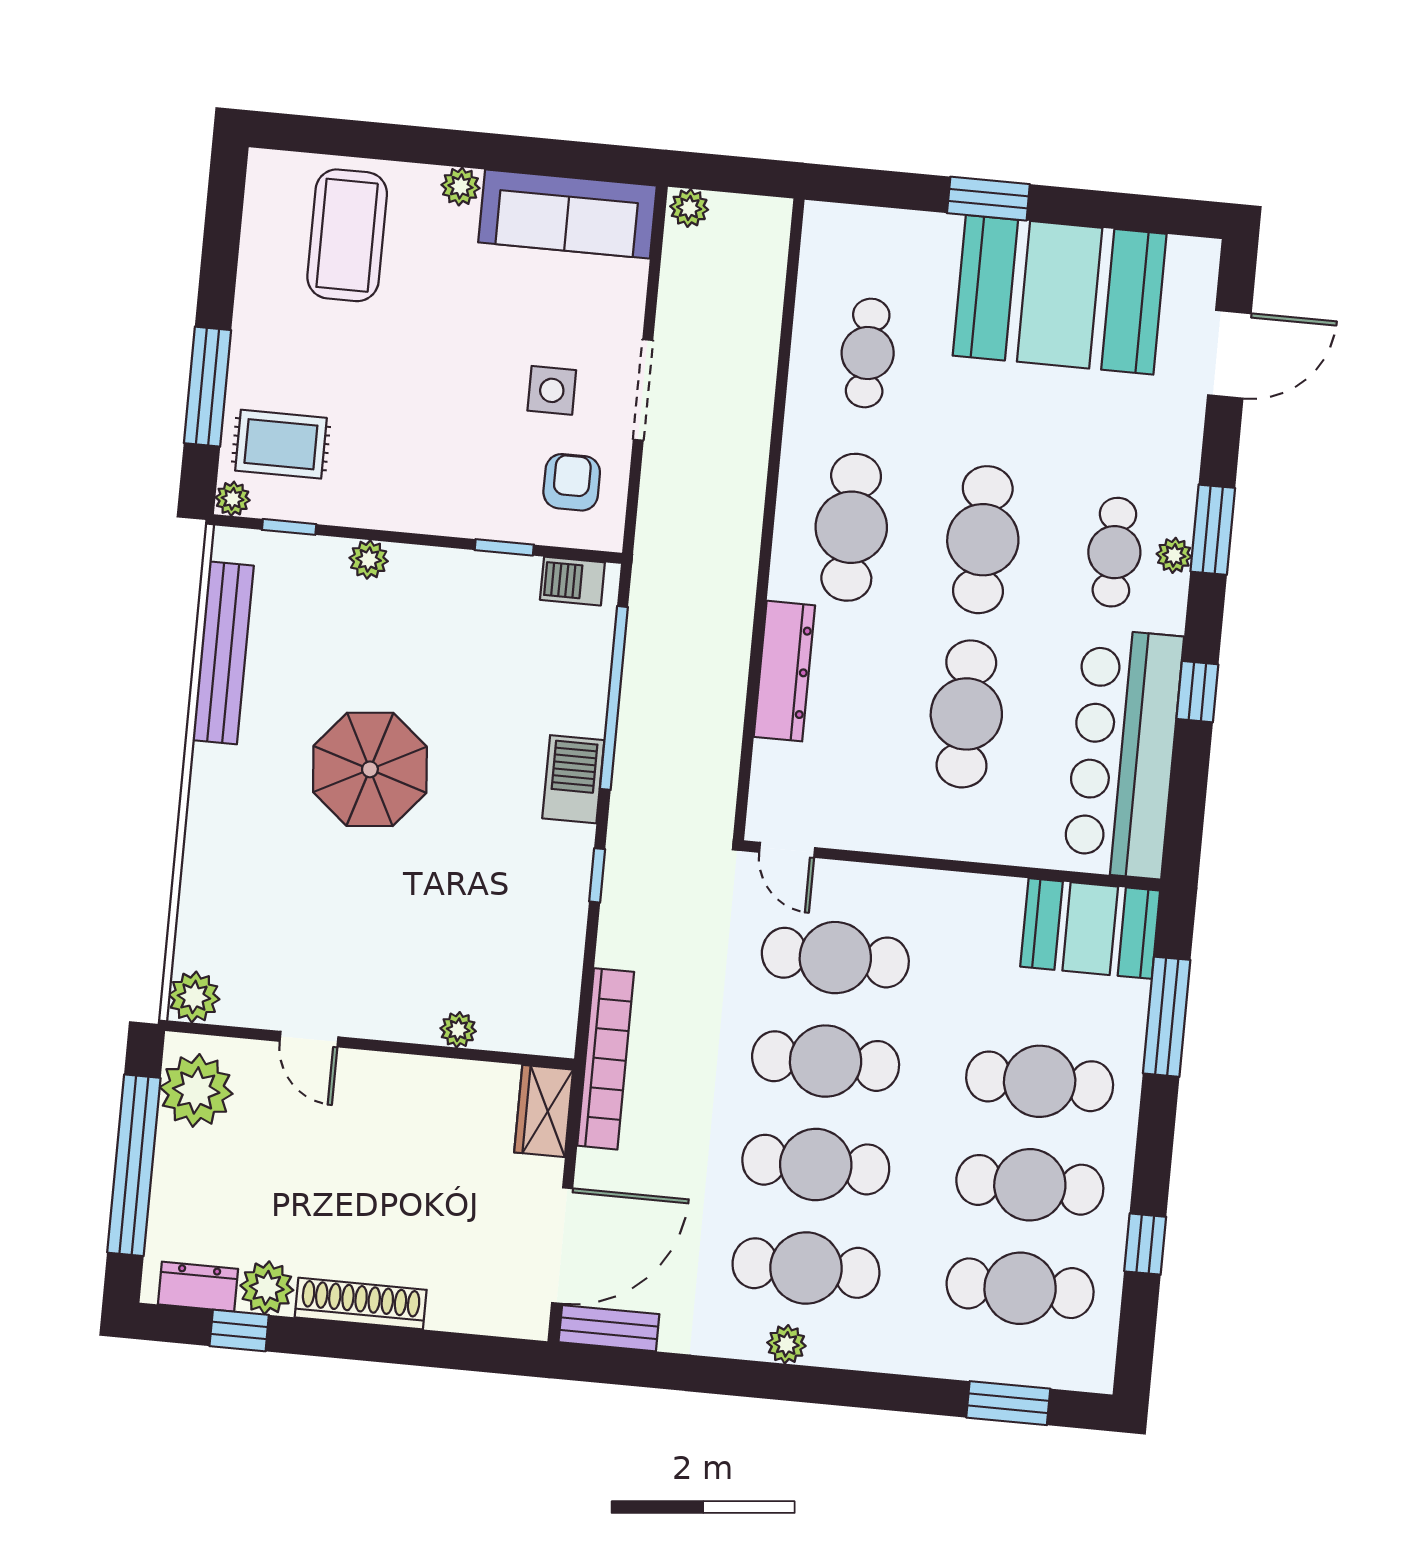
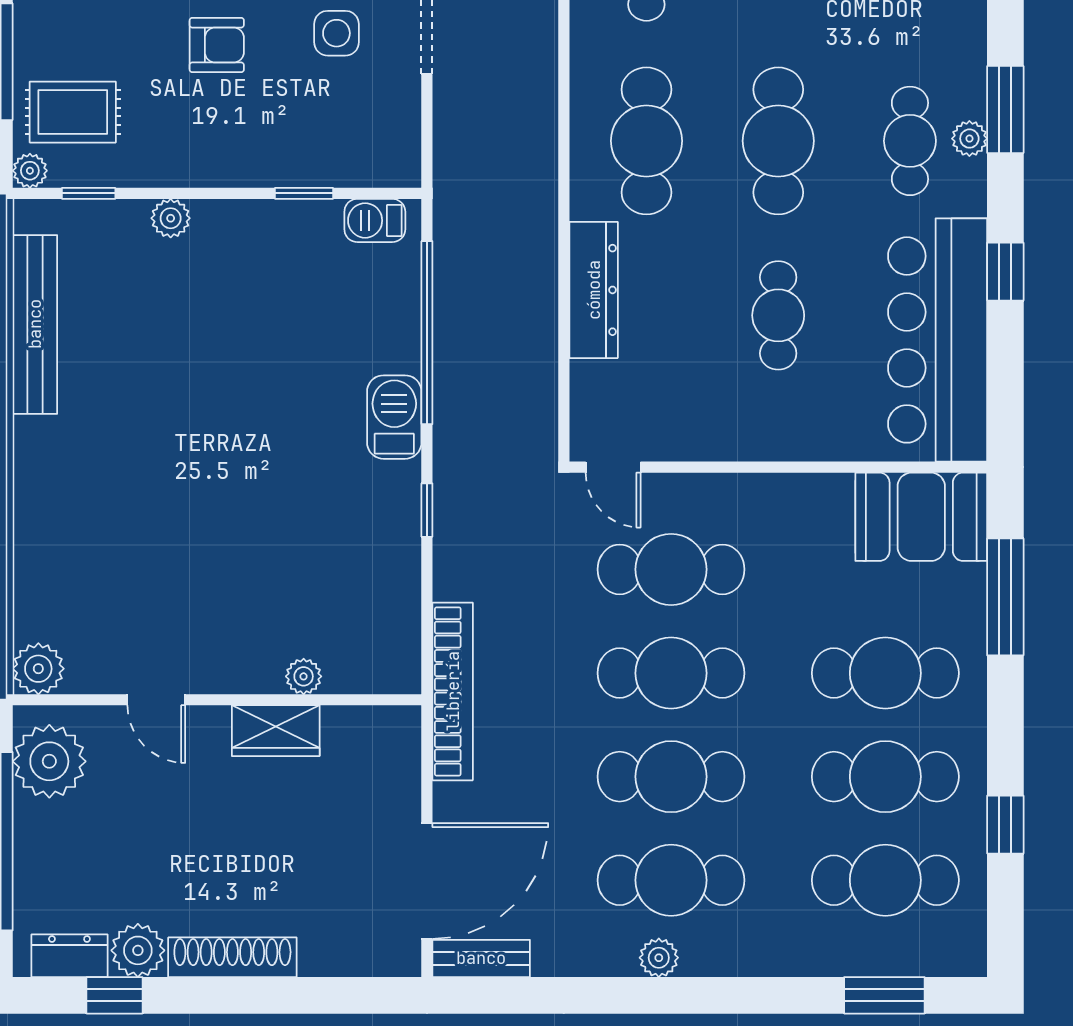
armchair: (572, 482) -> (217, 45), moved, turned 90
cafe table: (966, 714) -> (778, 315), width x0.73, depth x0.74
parasol: (370, 769) -> (192, 426), removed
wardrobe: (544, 1111) -> (276, 731), moved, turned -90

